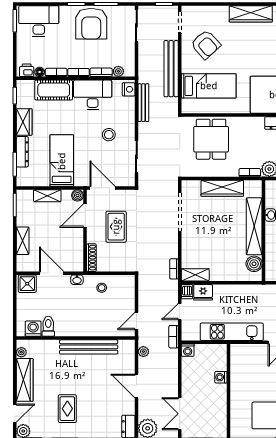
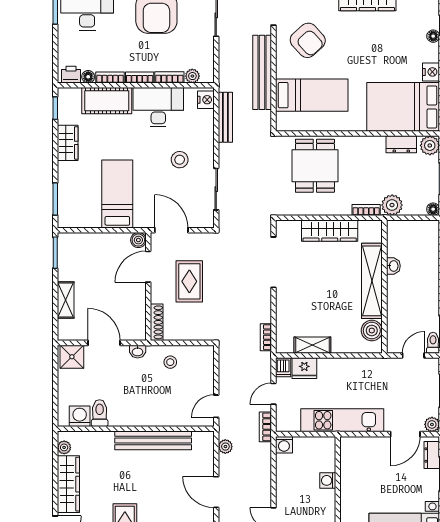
dresser: (22, 152) -> (65, 182), removed
shelving: (47, 196) -> (98, 240), removed
shelving: (195, 275) -> (312, 345), moved

